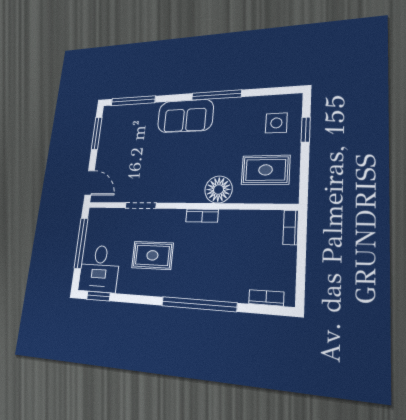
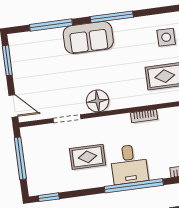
window: (133, 101) -> (51, 25), moved
floor lamp: (218, 190) -> (98, 101), moved
bookcase: (202, 216) -> (144, 116), moved
desk: (99, 269) -> (129, 164), moved

